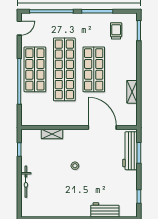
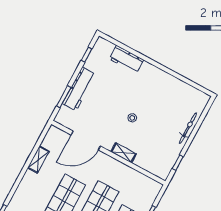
door: (102, 128) -> (86, 141), hinge flipped
shelving: (52, 134) -> (124, 153), moved
workbench: (130, 151) -> (79, 89), moved

